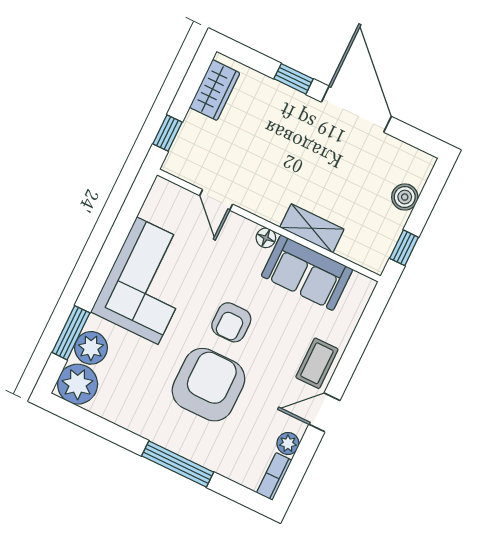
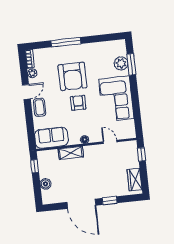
sofa: (307, 273) -> (51, 138), moved
plant: (78, 384) -> (118, 48), removed

